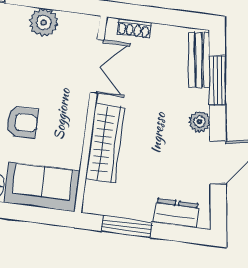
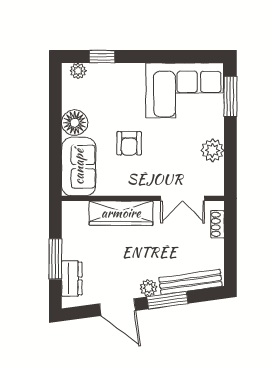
bench: (199, 60) -> (191, 282), width x1.36
window: (217, 80) -> (167, 300), moved
window: (127, 227) -> (55, 259), moved

